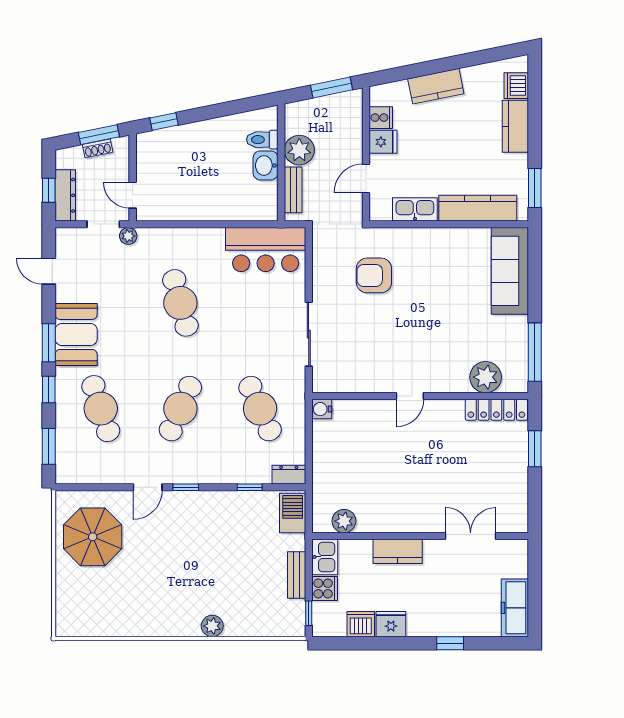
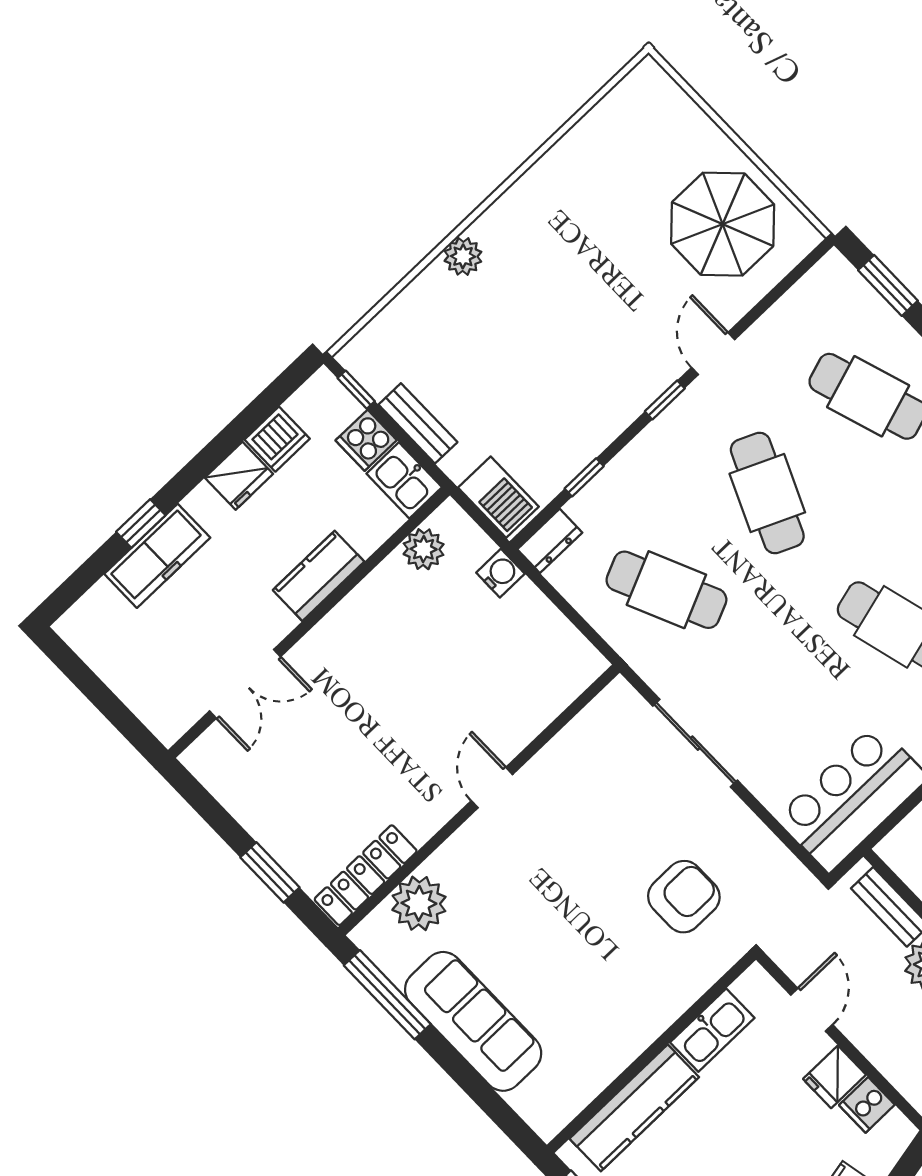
sofa: (510, 271) -> (473, 1021), moved
water cooler: (322, 409) -> (500, 573), moved
freezer: (515, 608) -> (157, 556), moved, turned 90

